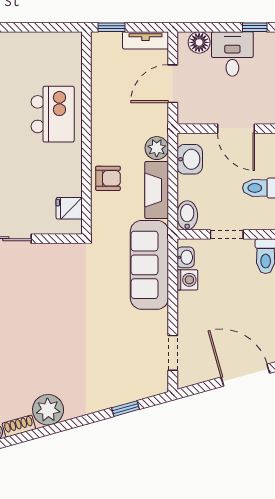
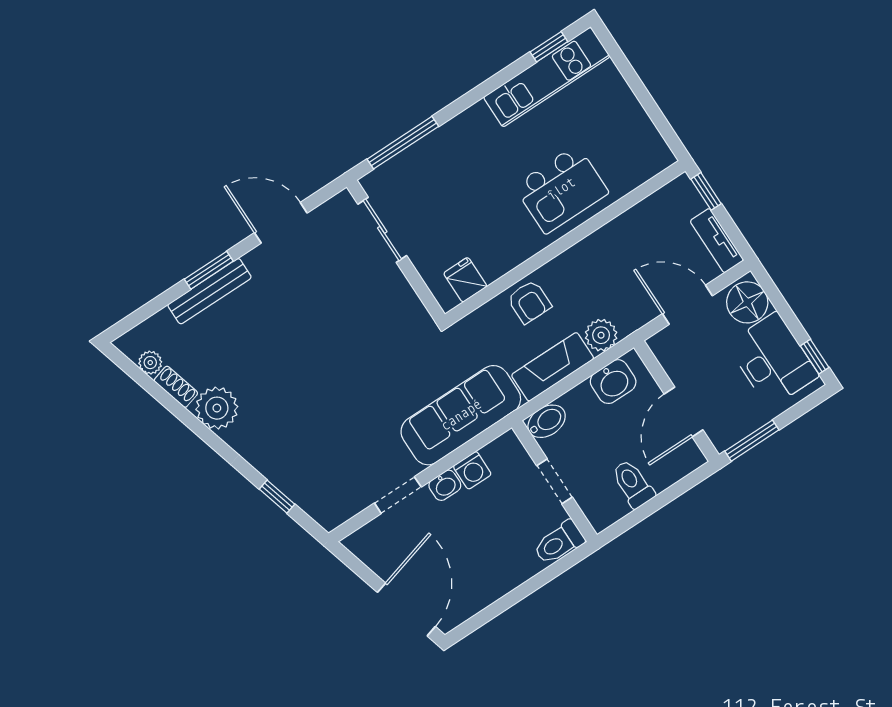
floor lamp: (199, 42) -> (747, 302), width x1.38, depth x1.38
desk: (232, 54) -> (773, 360), width x1.37
washbasin: (186, 257) -> (445, 485), moved
doorway: (173, 353) -> (398, 495), moved

